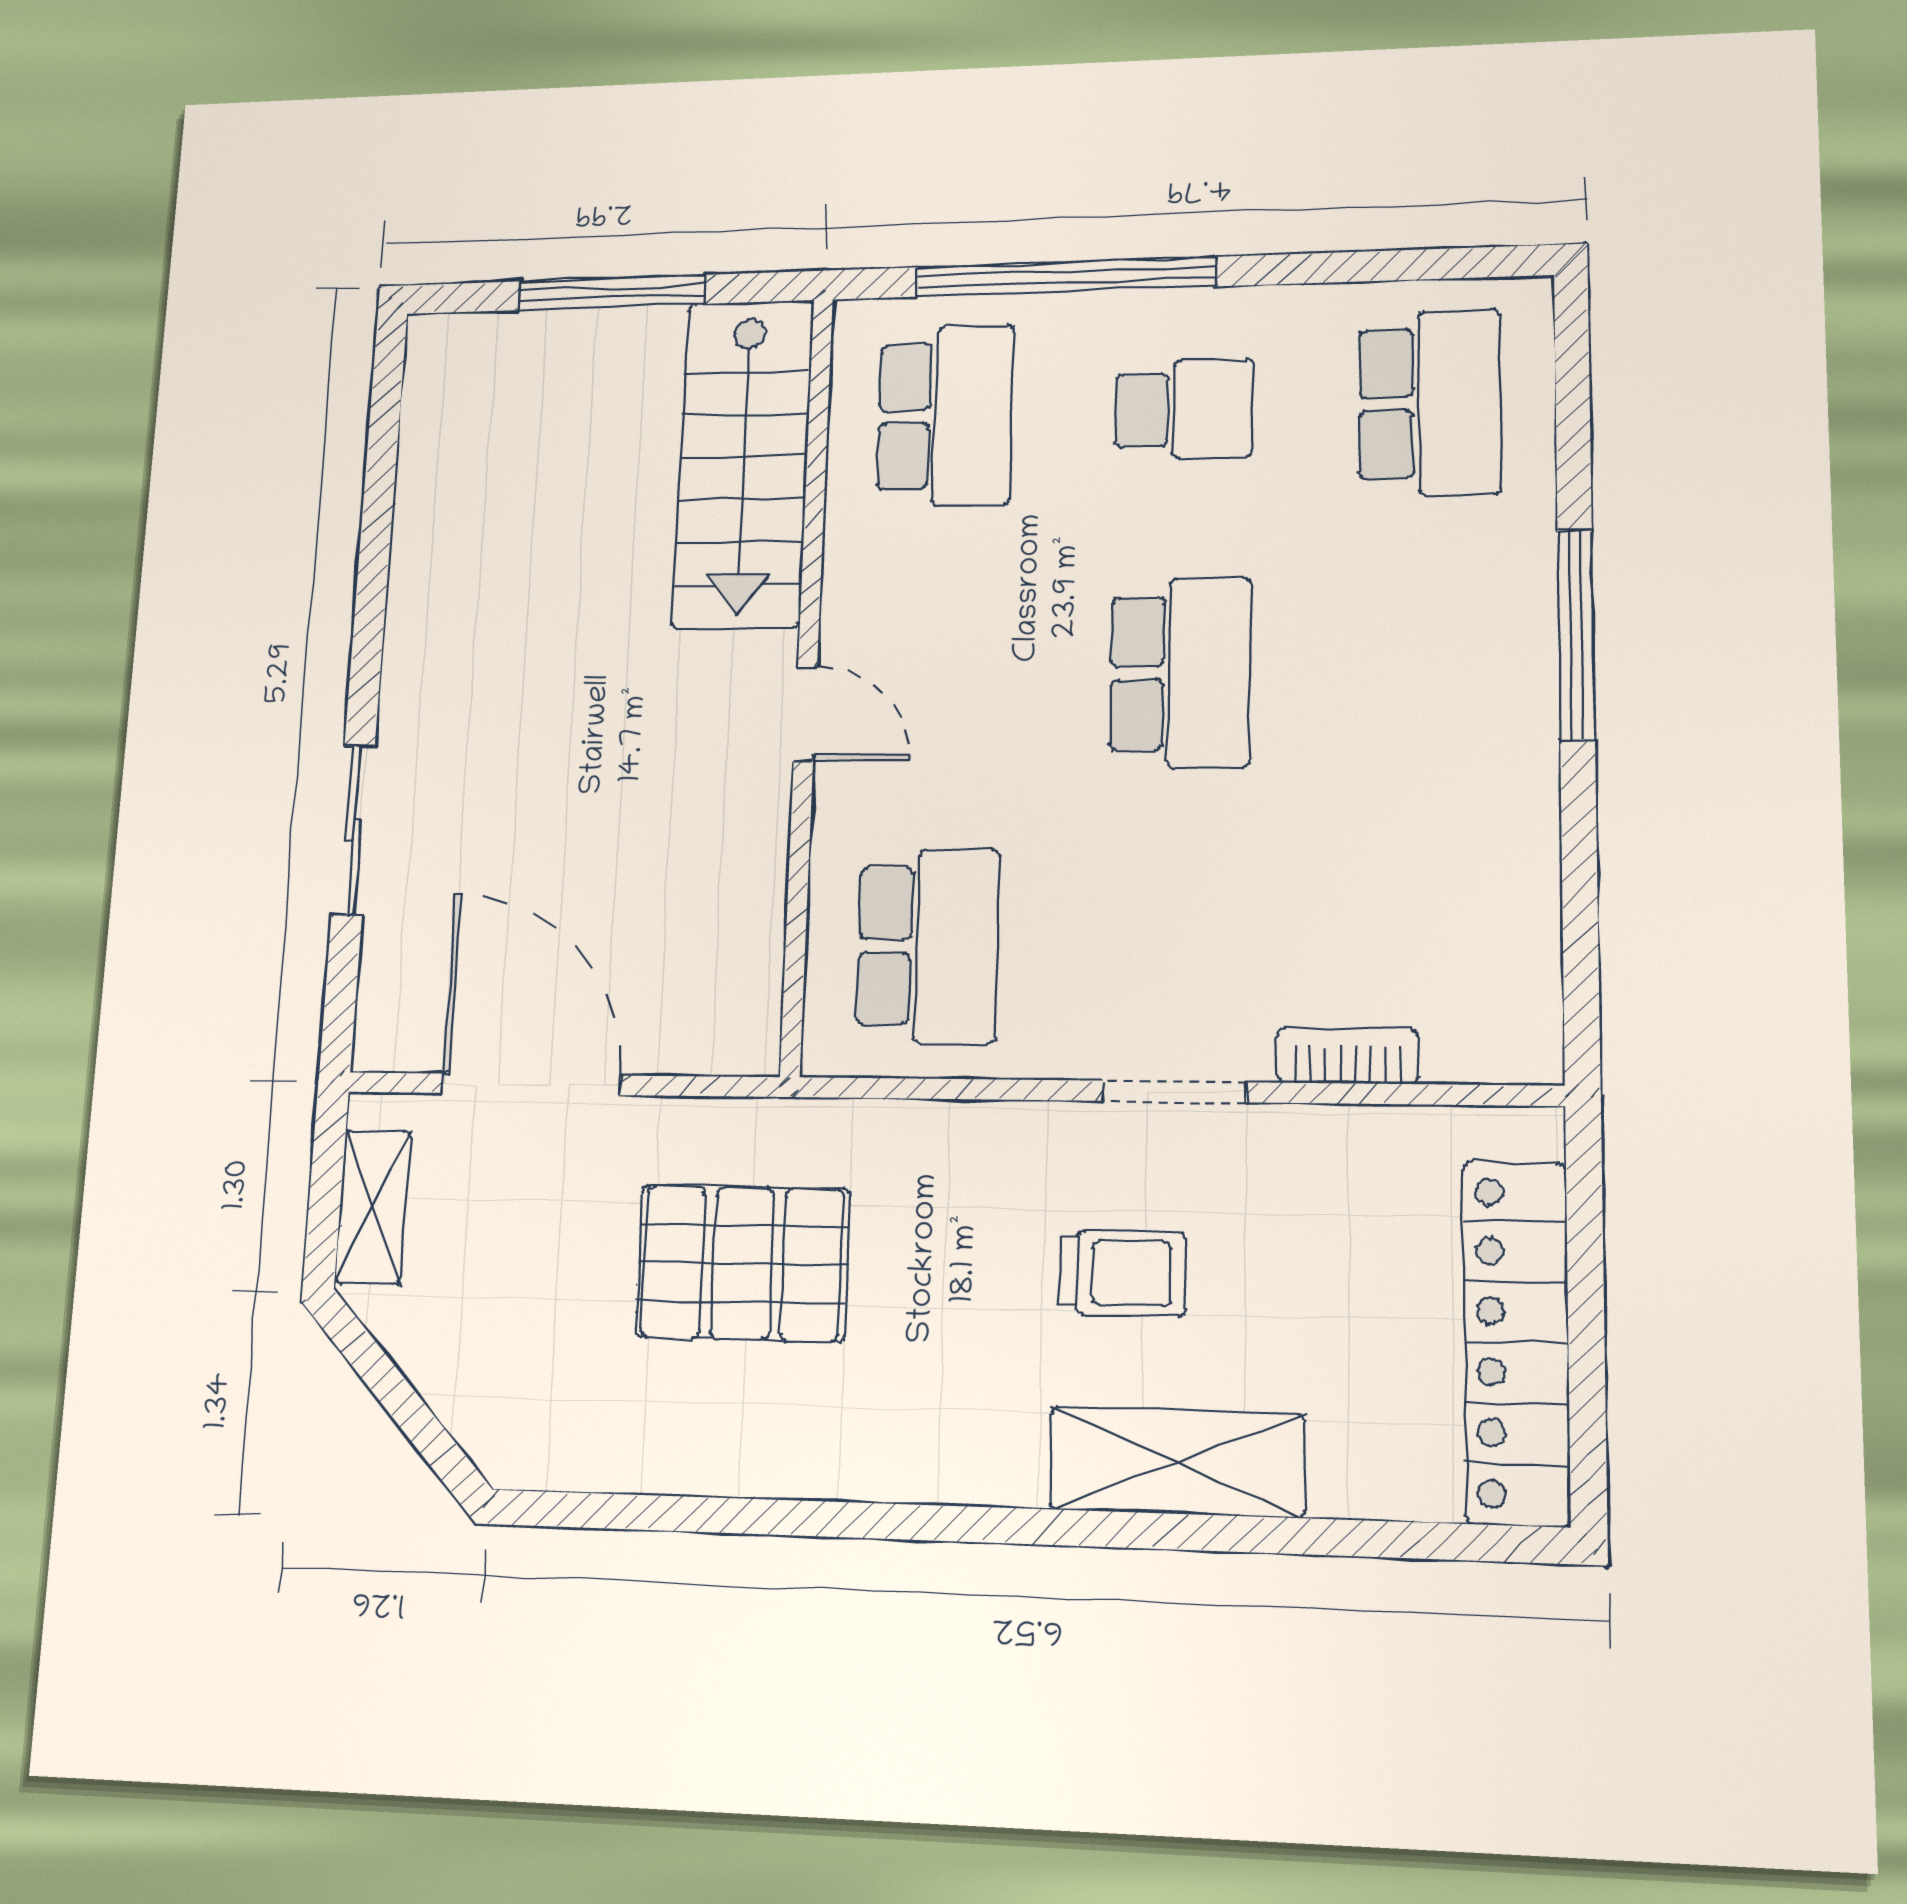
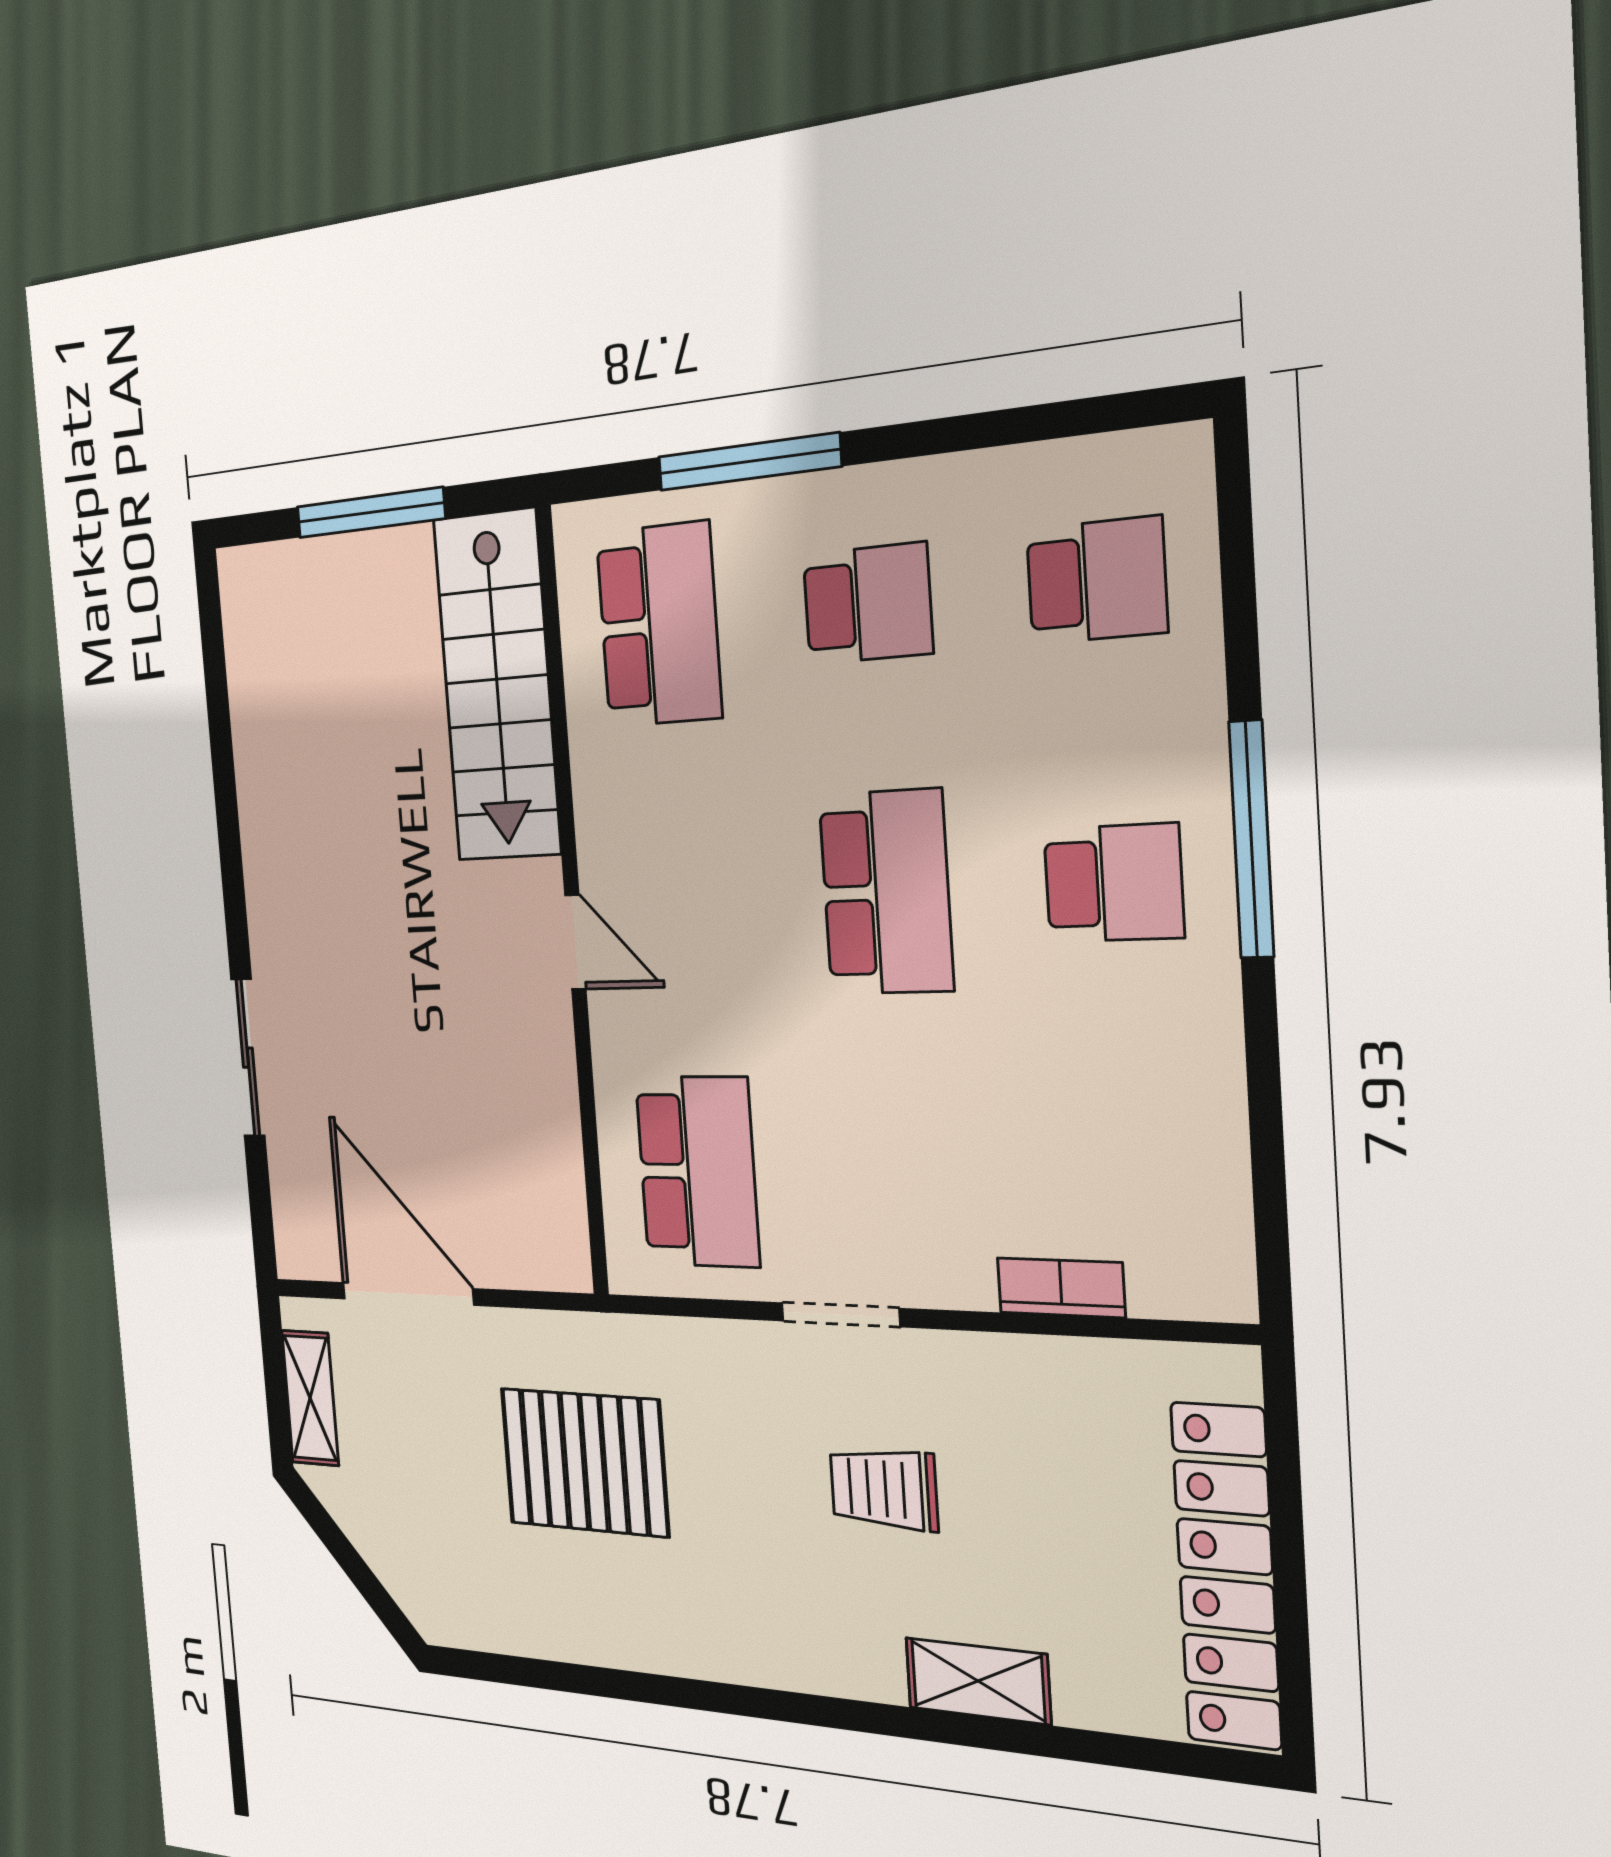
window: (1065, 277) -> (749, 462), width x0.68
school desk: (1430, 403) -> (1097, 580), width x0.54
school desk: (1431, 670) -> (1113, 883), added
doorway: (1174, 1092) -> (841, 1315), moved
trolley: (1122, 1273) -> (884, 1489), turned 180
shelving: (1177, 1462) -> (978, 1681), width x0.67, depth x0.75

